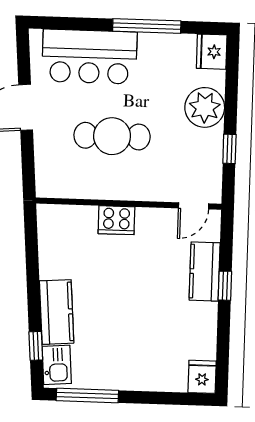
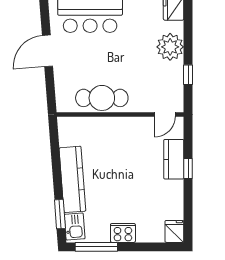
cafe table: (112, 136) -> (102, 98), moved
cooker: (116, 220) -> (123, 233), moved, turned 180
kitchen counter: (57, 312) -> (72, 179), width x1.50
window: (36, 346) -> (60, 214), width x1.50

